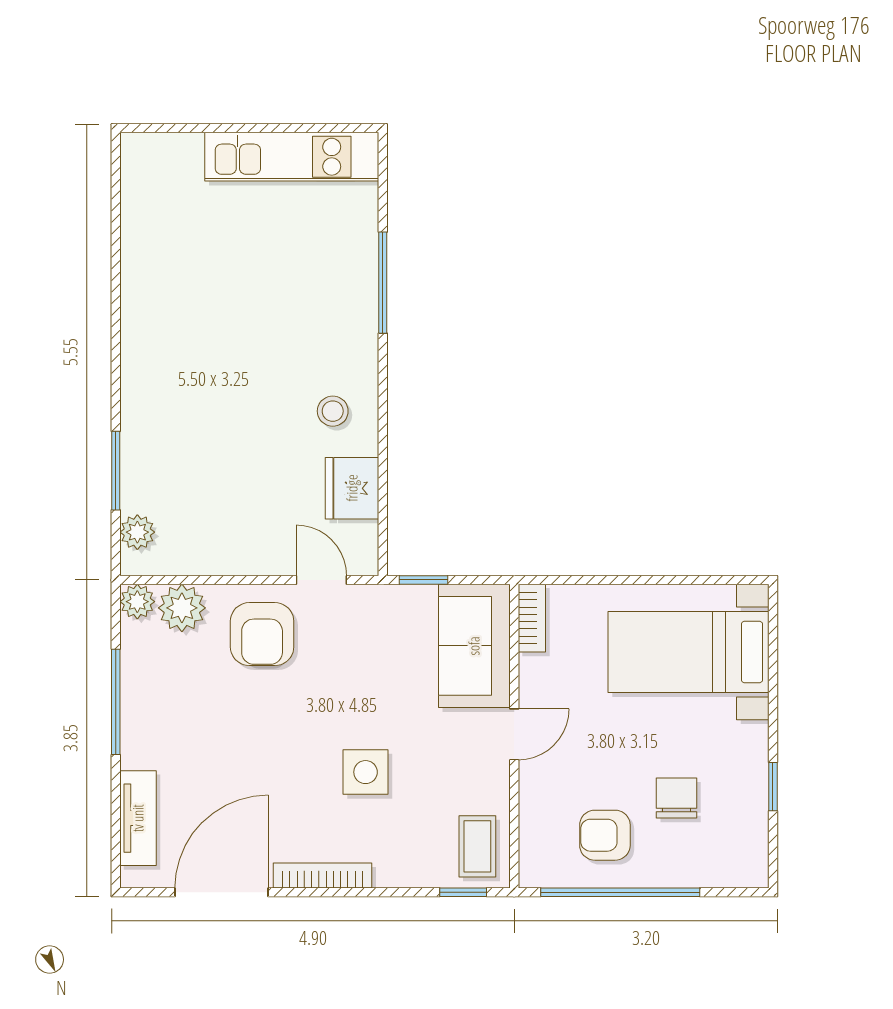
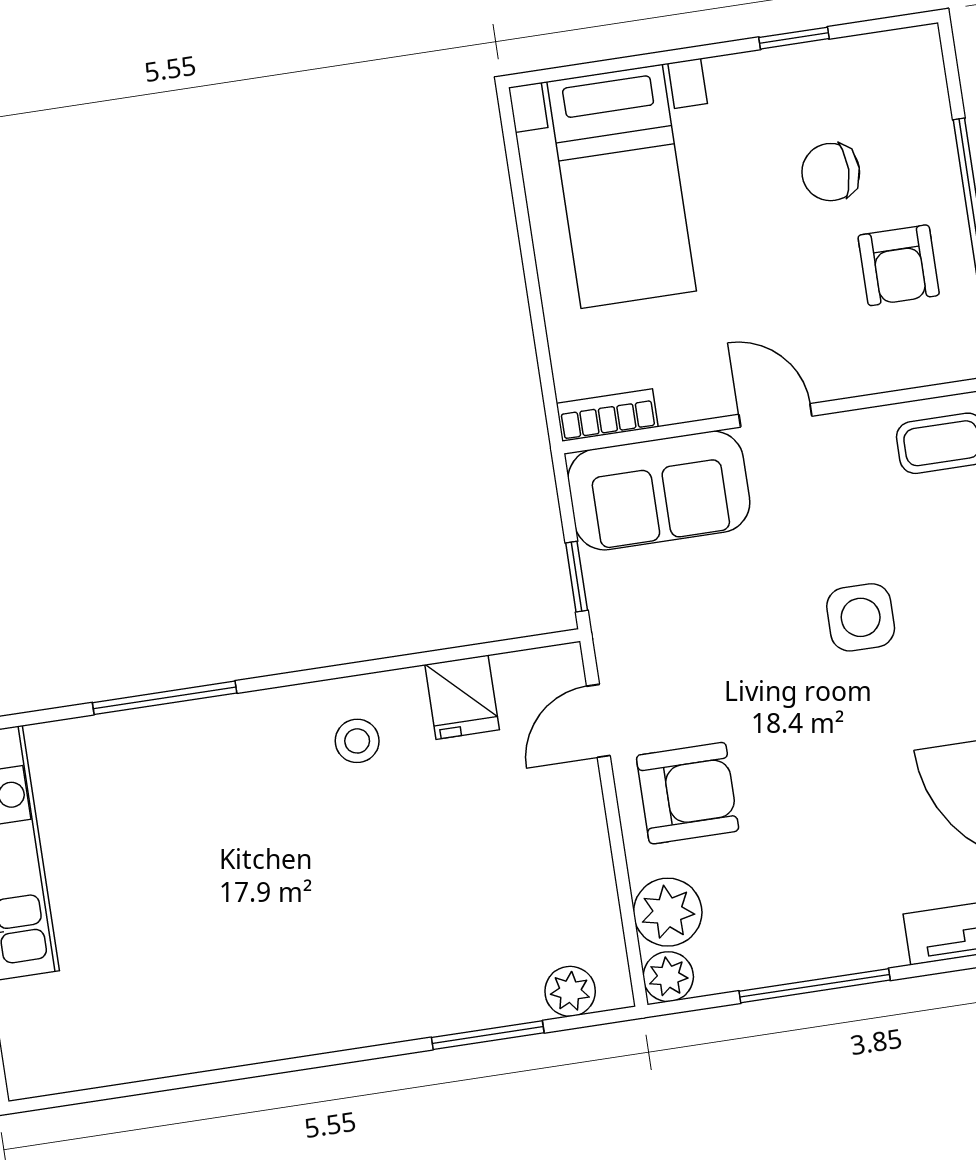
fridge: (352, 488) -> (462, 697), width x0.72

